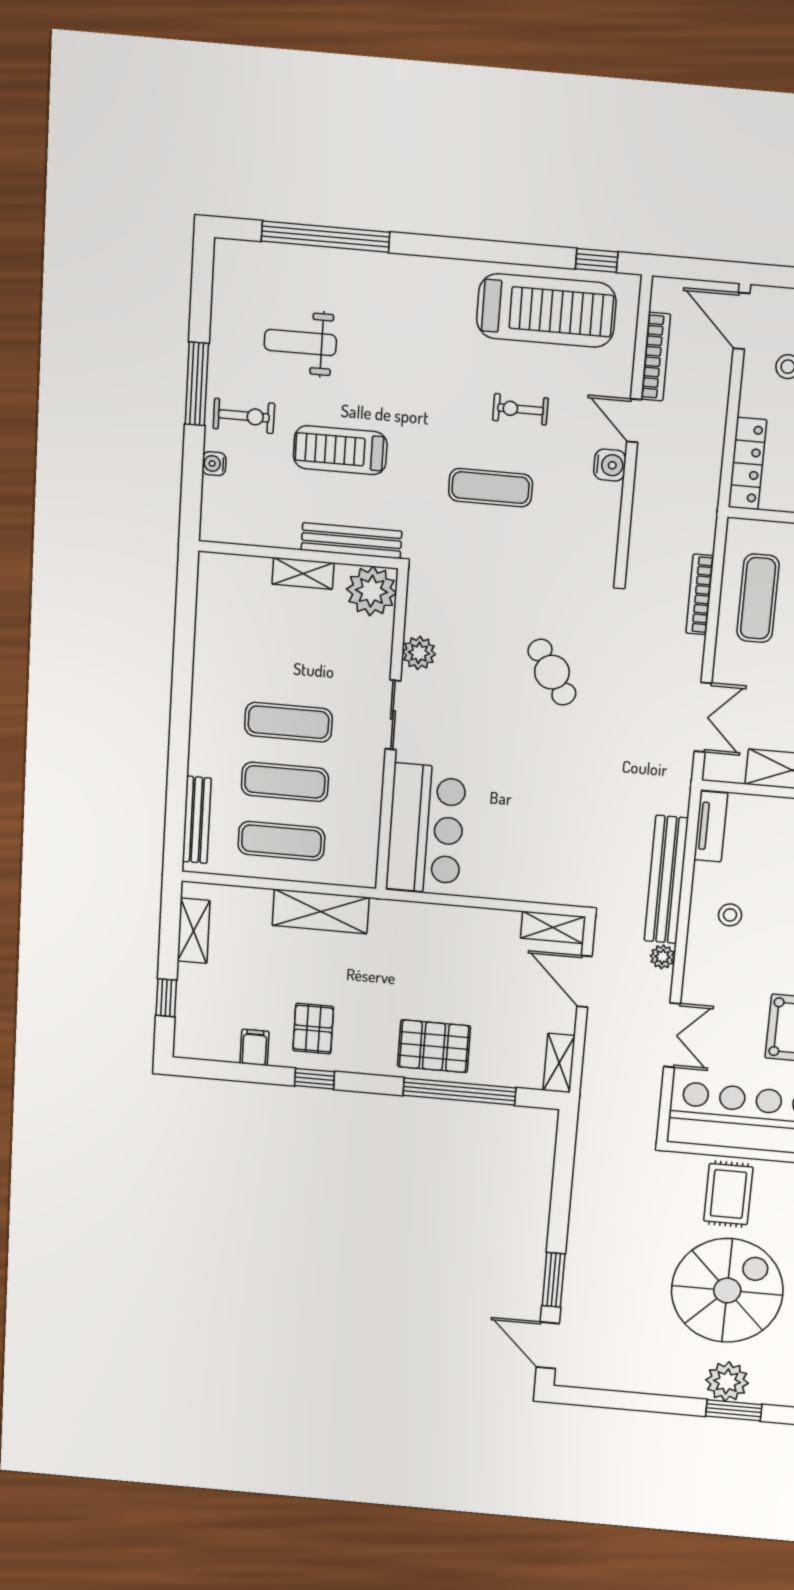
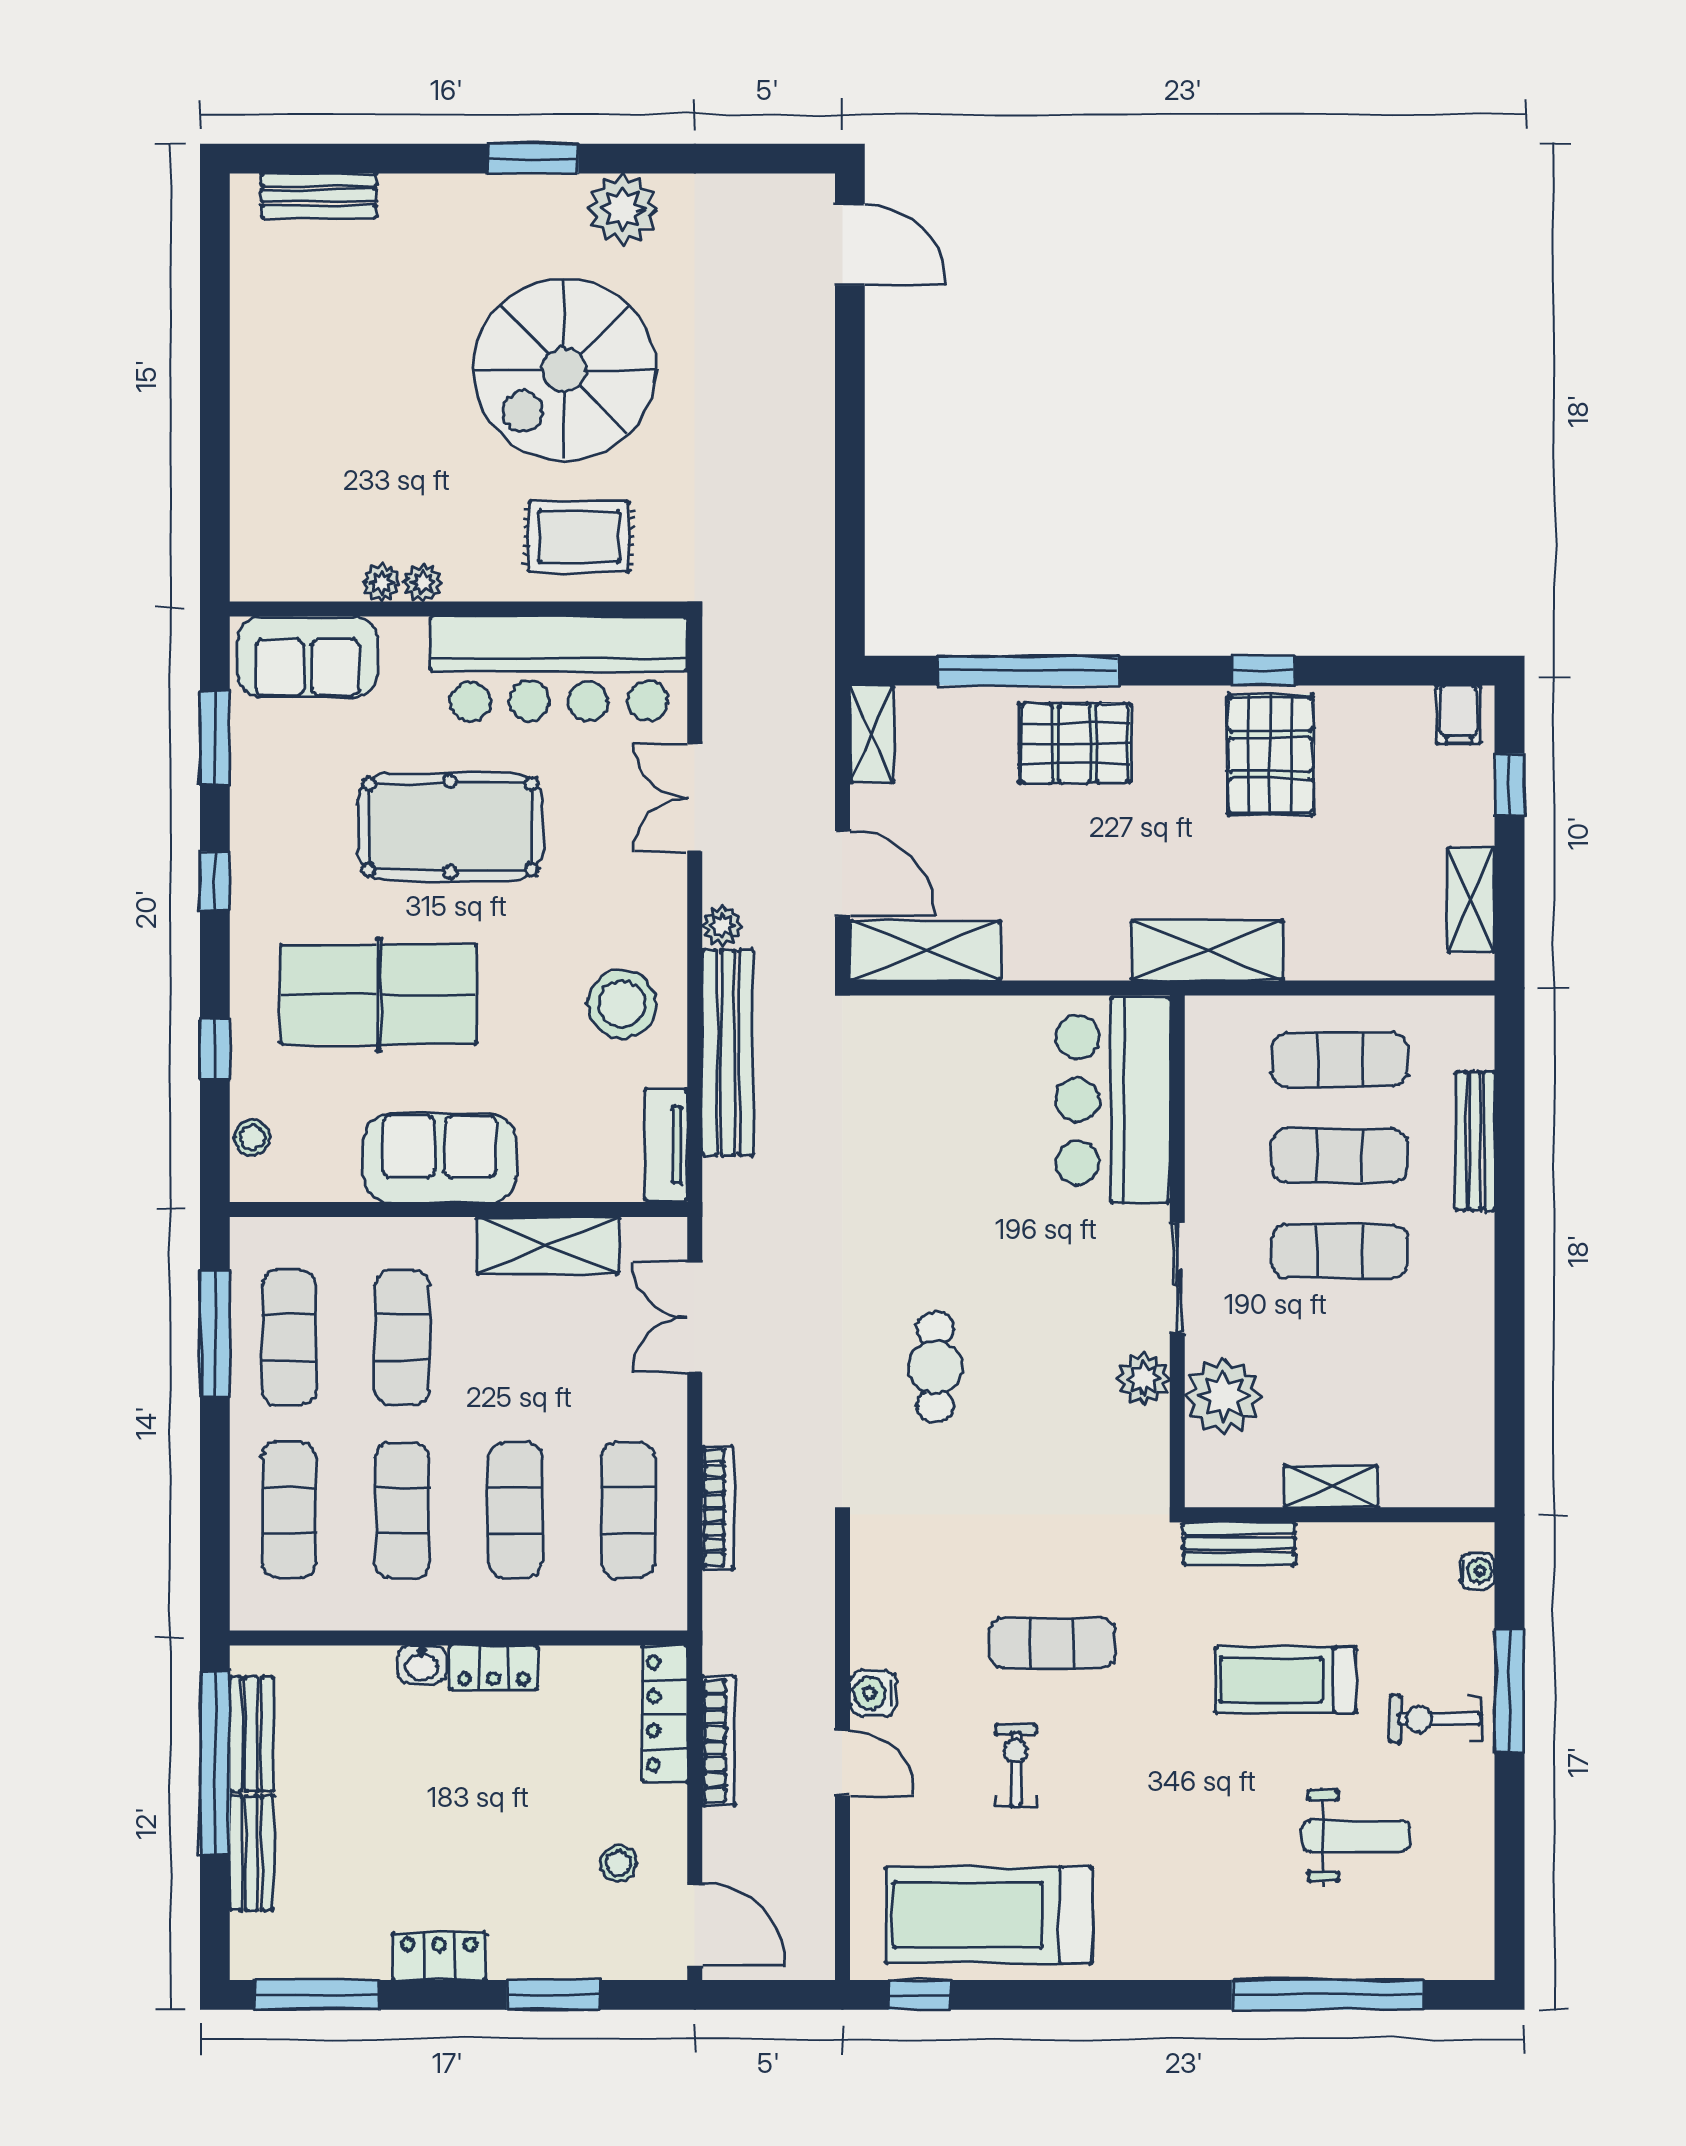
bookcase: (656, 357) -> (719, 1741), moved, turned 180
window: (197, 384) -> (1509, 1691), moved
exercise bike: (520, 409) -> (1016, 1765), turned -90
treadmill: (340, 450) -> (1285, 1680), turned 180
water cooler: (214, 464) -> (1477, 1571), moved
bench: (351, 541) -> (1239, 1544), width x0.73
plant: (371, 591) -> (1224, 1396), moved
cafe table: (552, 672) -> (935, 1367), turned 33
bench: (197, 820) -> (1475, 1141), moved
shelving: (321, 911) -> (1207, 950), moved
stool: (730, 915) -> (622, 1004), width x1.89, depth x1.89
shelving: (553, 927) -> (925, 951), width x1.50, depth x1.33
pallet: (313, 1029) -> (1270, 755), width x1.50, depth x1.42
filing cabinet: (255, 1047) -> (1459, 715), moved
rug: (728, 1194) -> (579, 537), turned 90
window: (554, 1280) -> (850, 361), removed
plant: (727, 1382) -> (622, 209), moved

